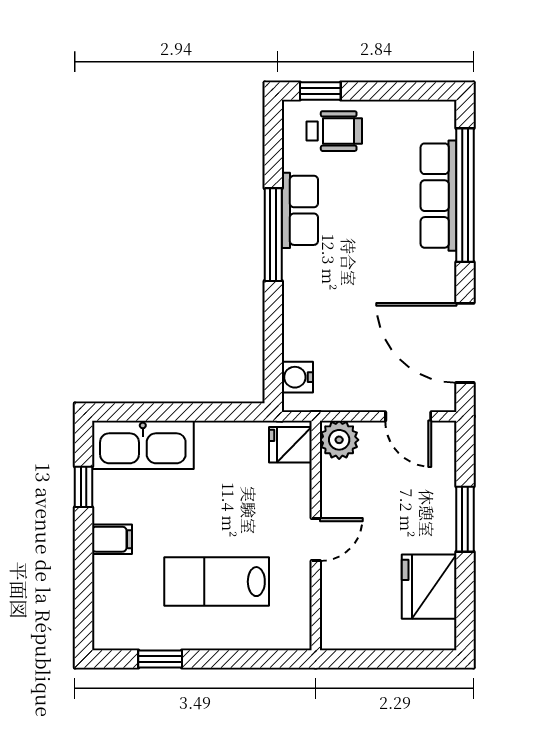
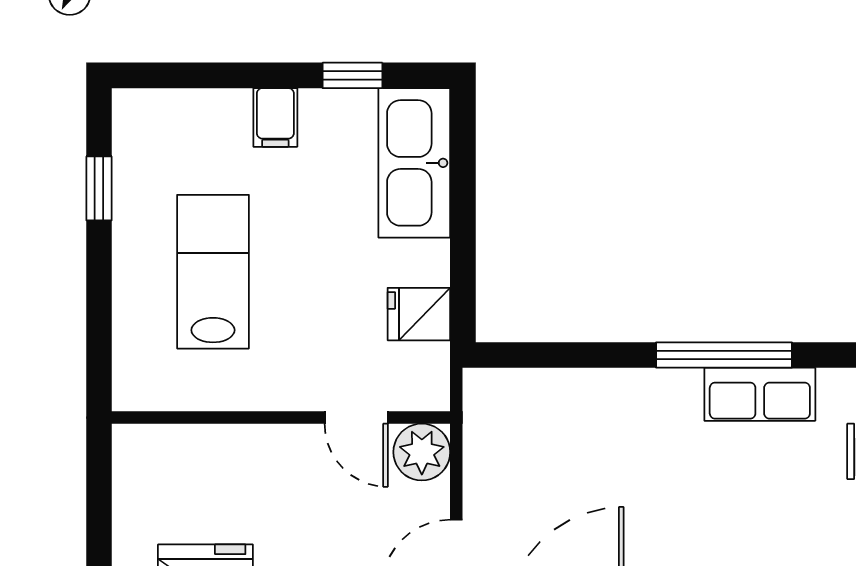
water cooler: (297, 377) -> (514, 391), removed
fridge: (290, 445) -> (419, 314), moved, turned -90
door: (316, 539) -> (356, 418), moved

